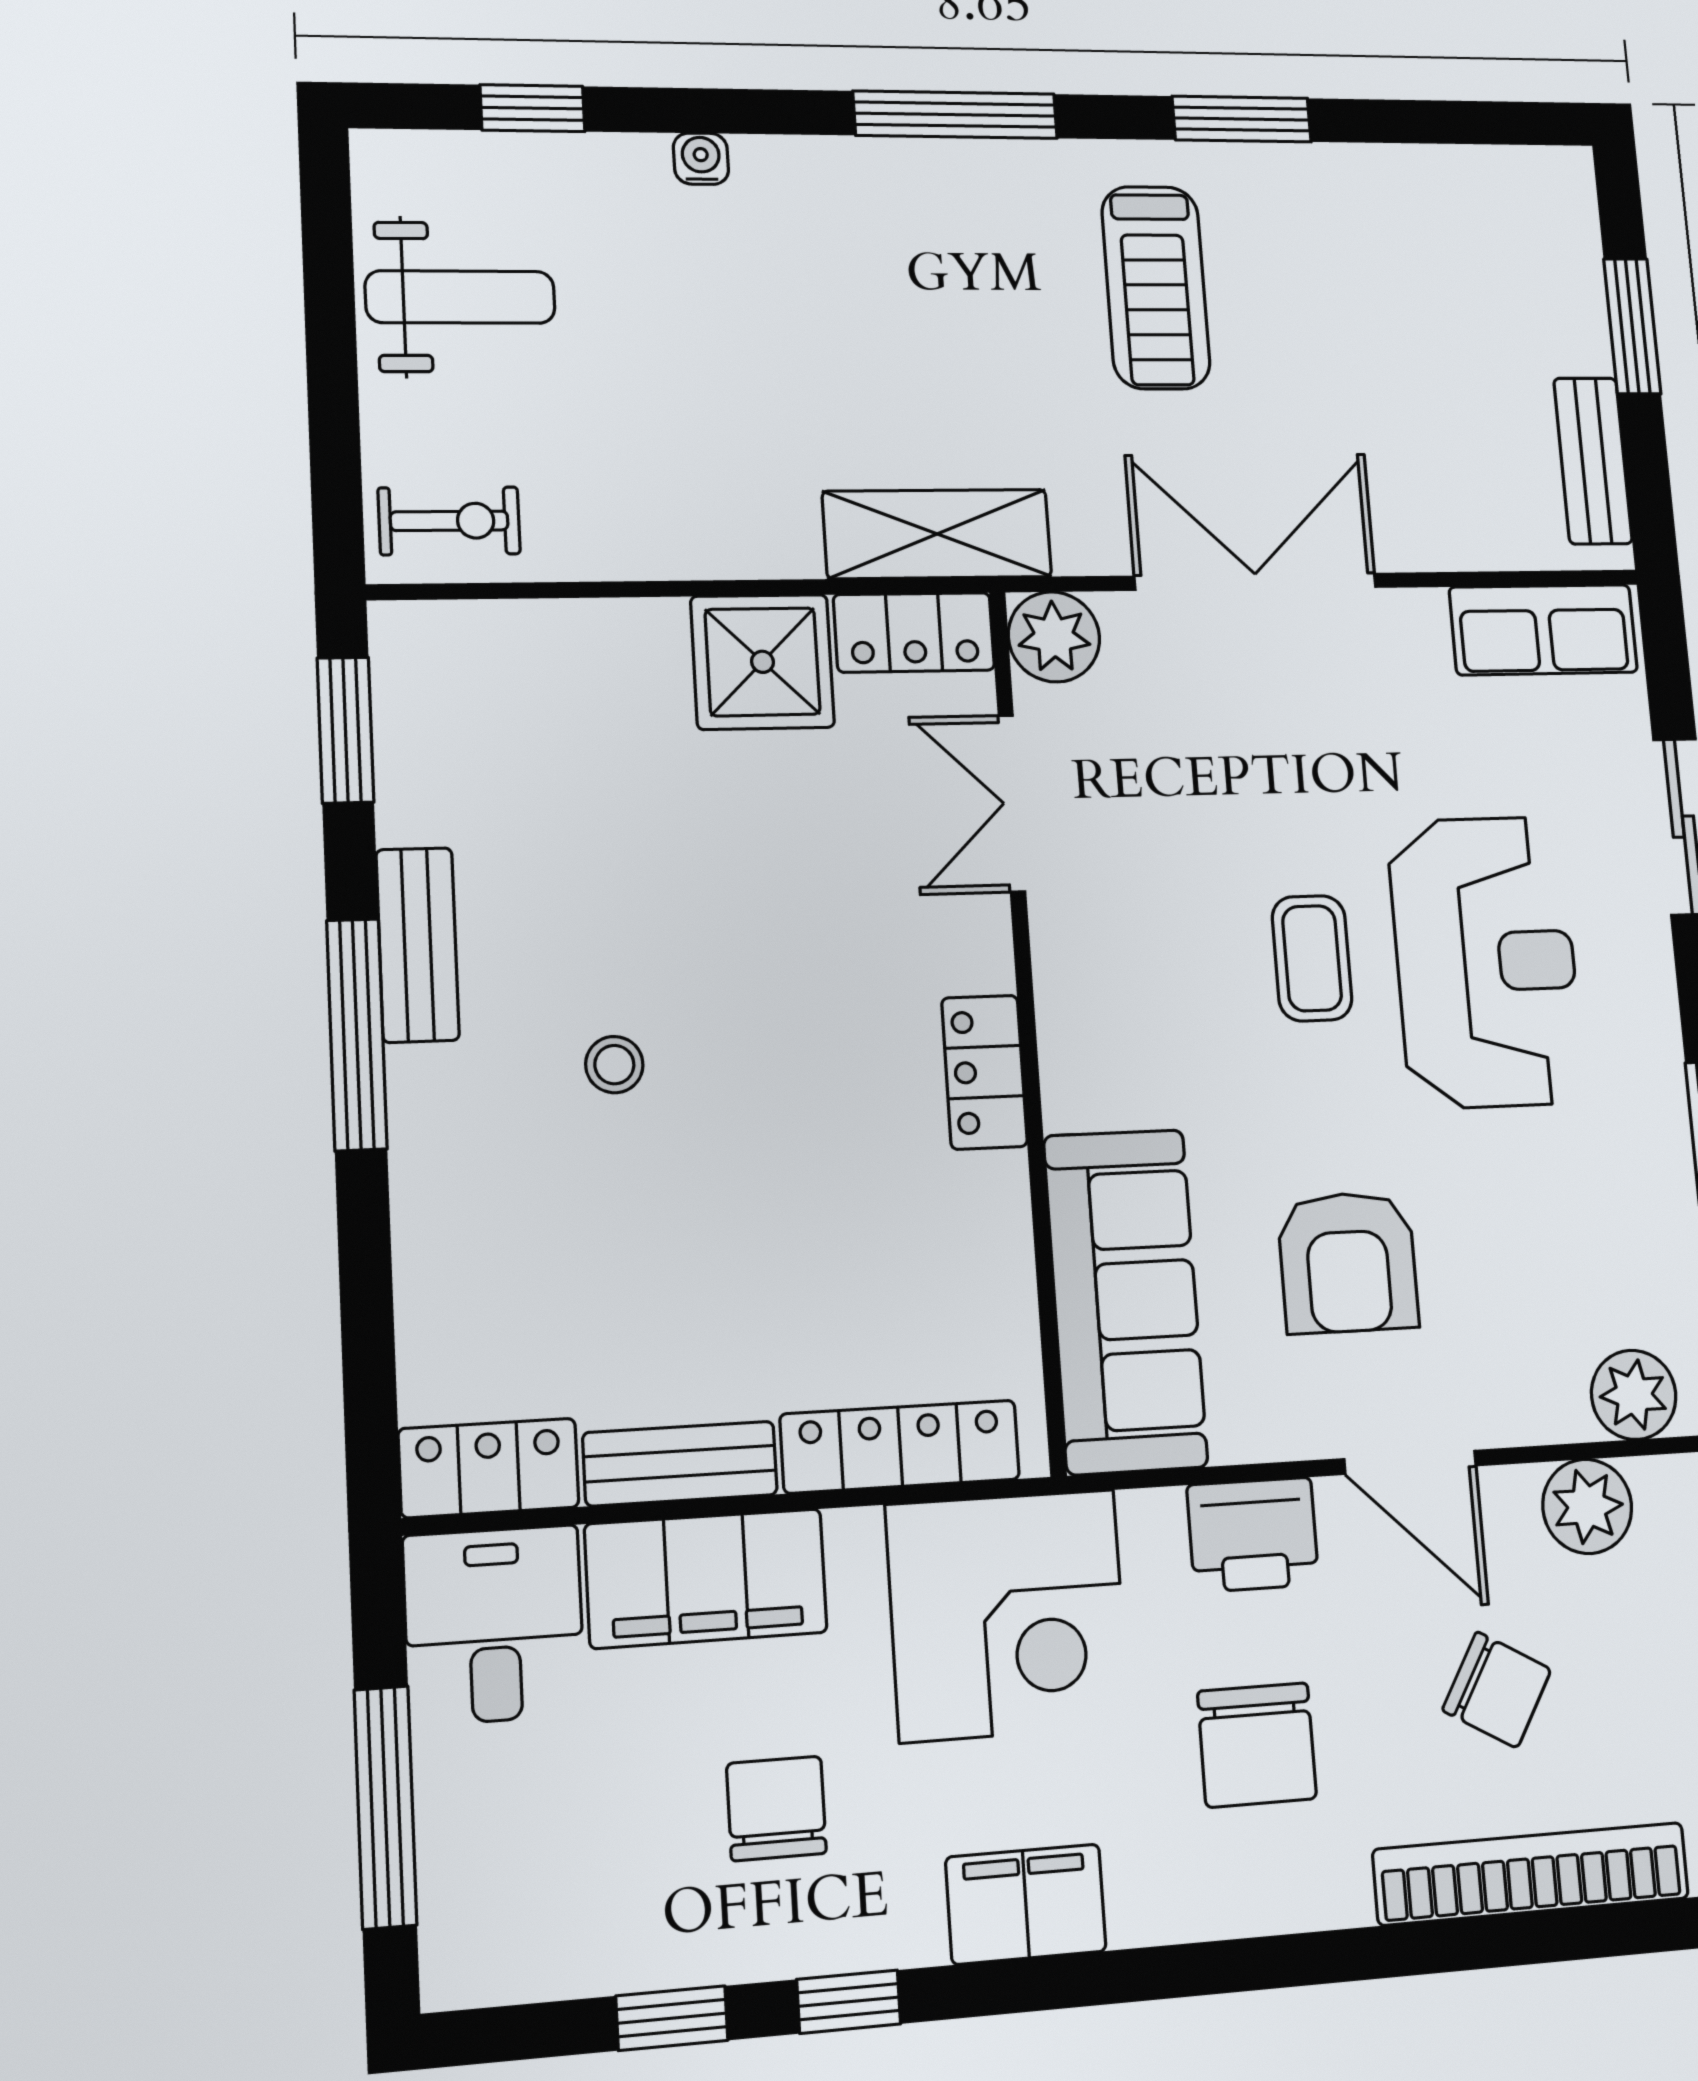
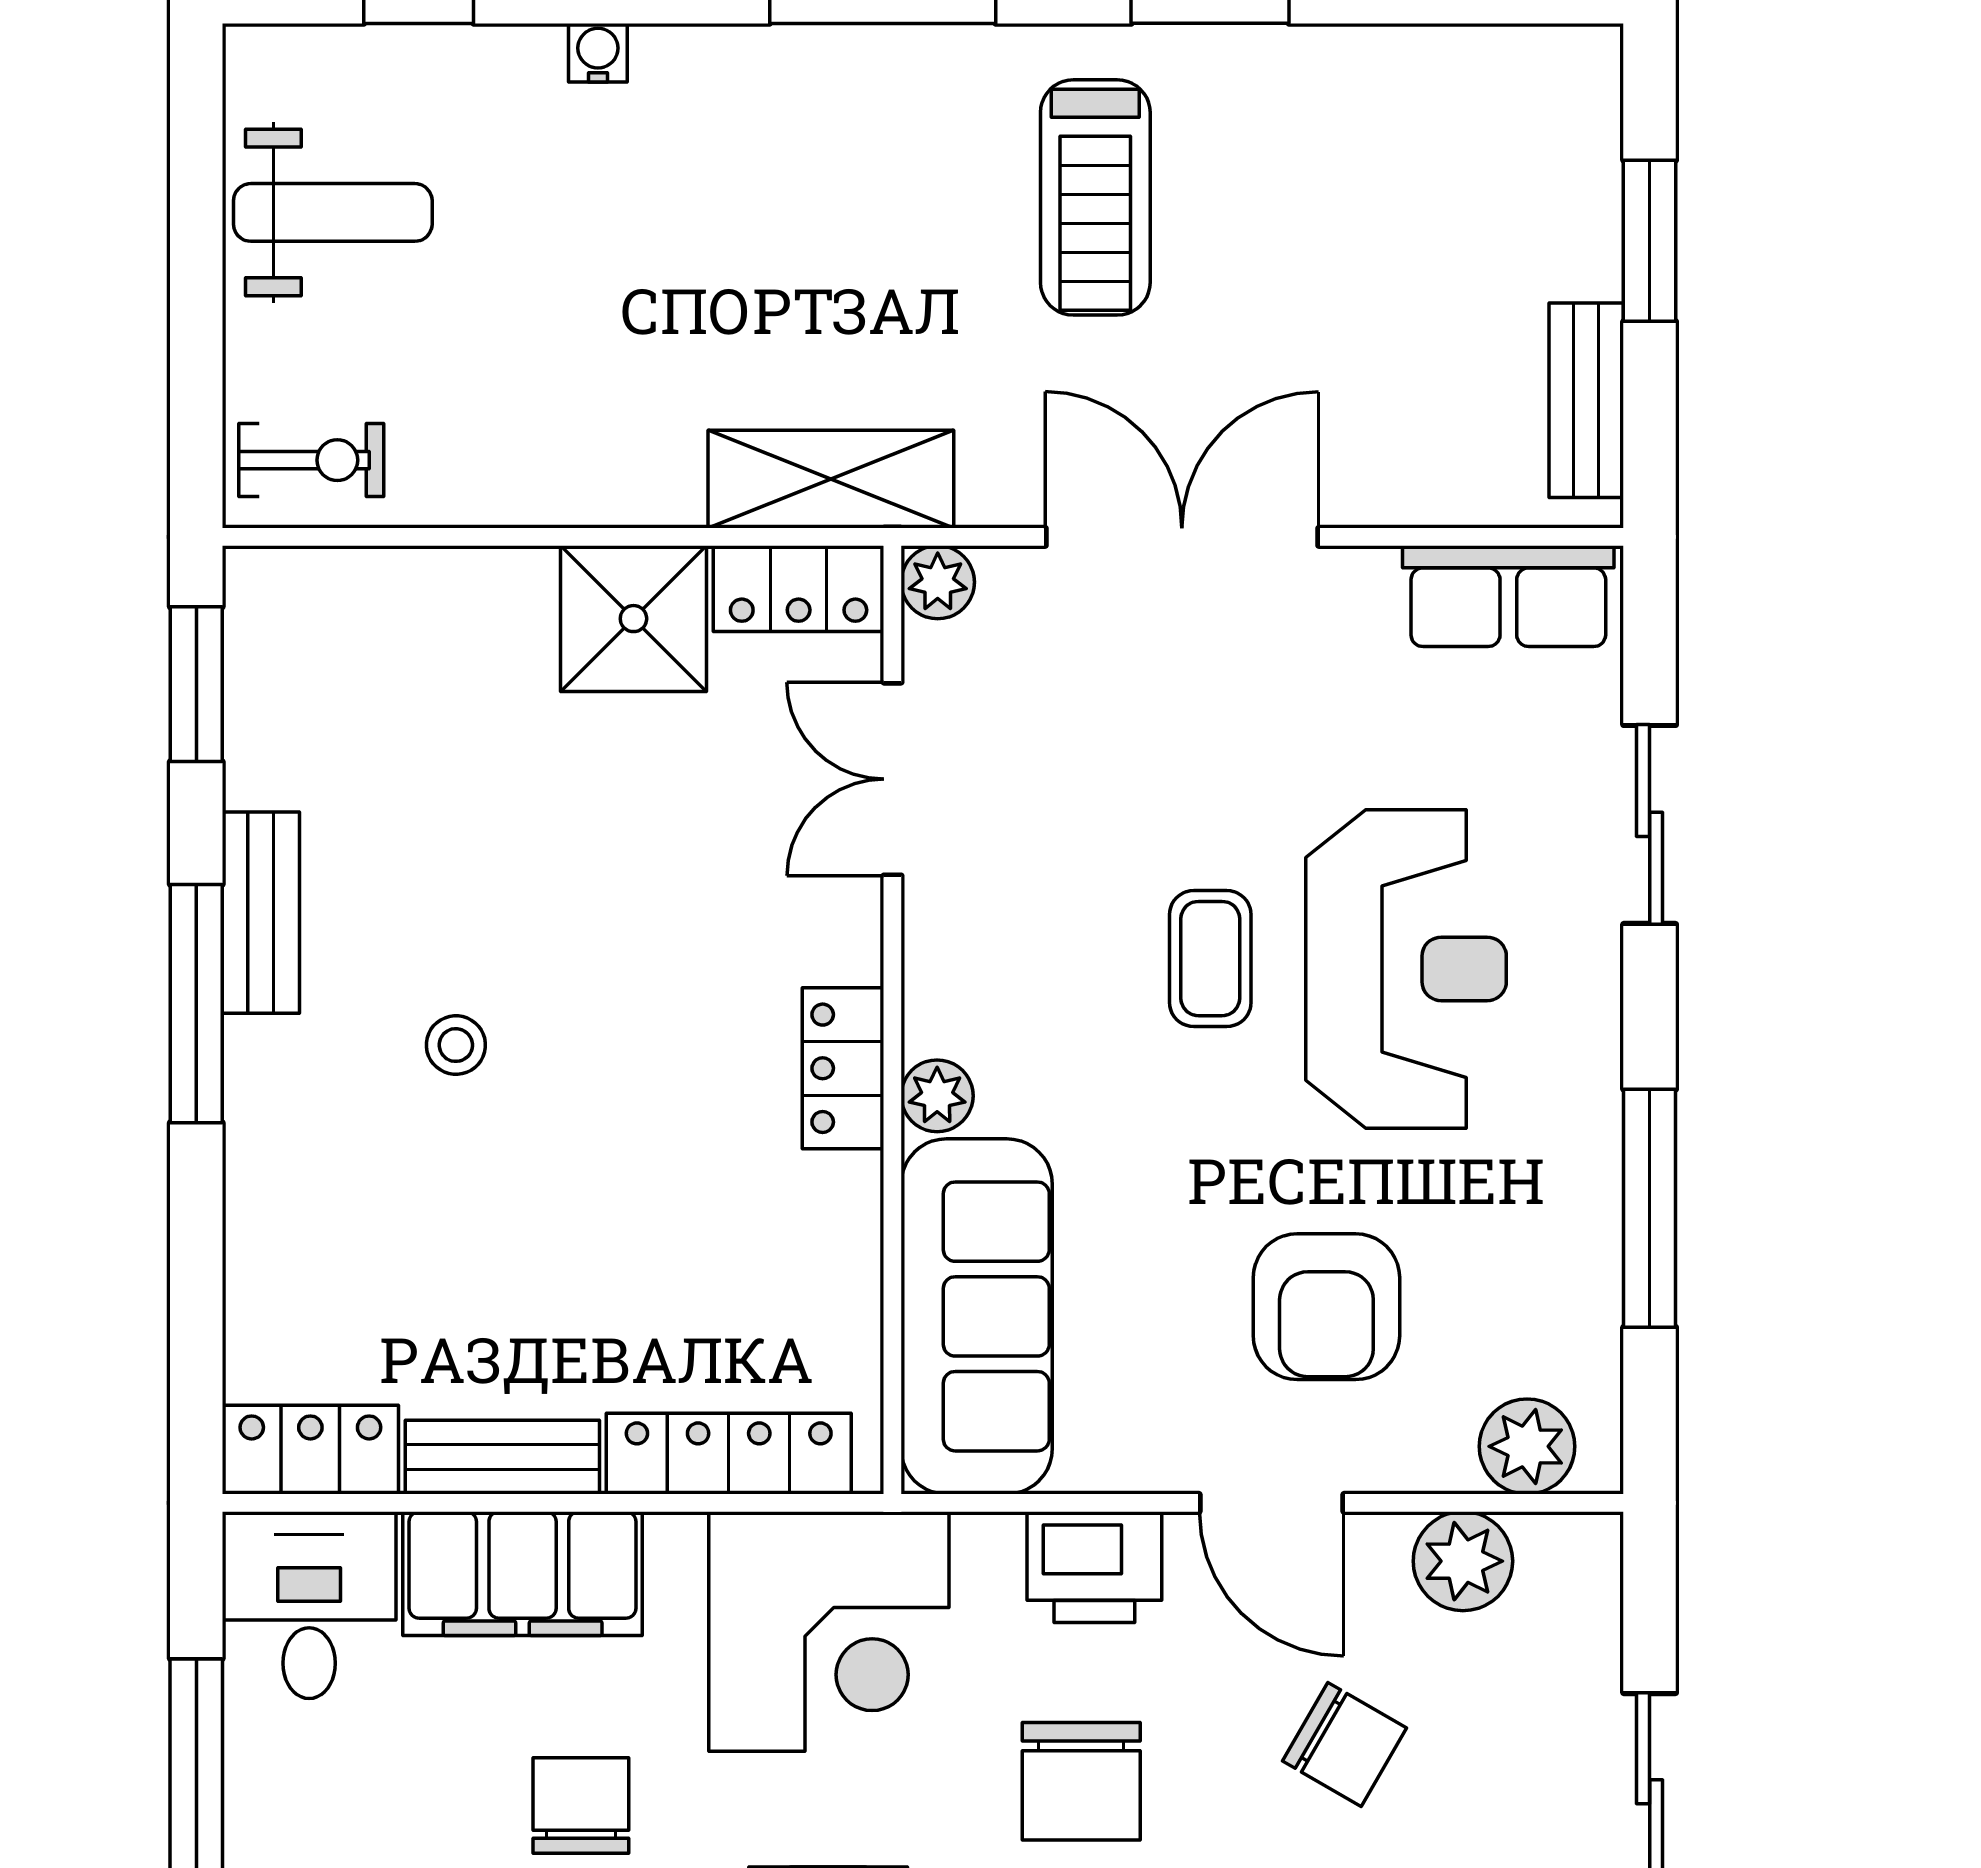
plant: (1054, 637) -> (938, 582), width x0.73, depth x0.73
plant: (1074, 1094) -> (937, 1096), added
armchair: (1348, 1262) -> (1326, 1307), moved

